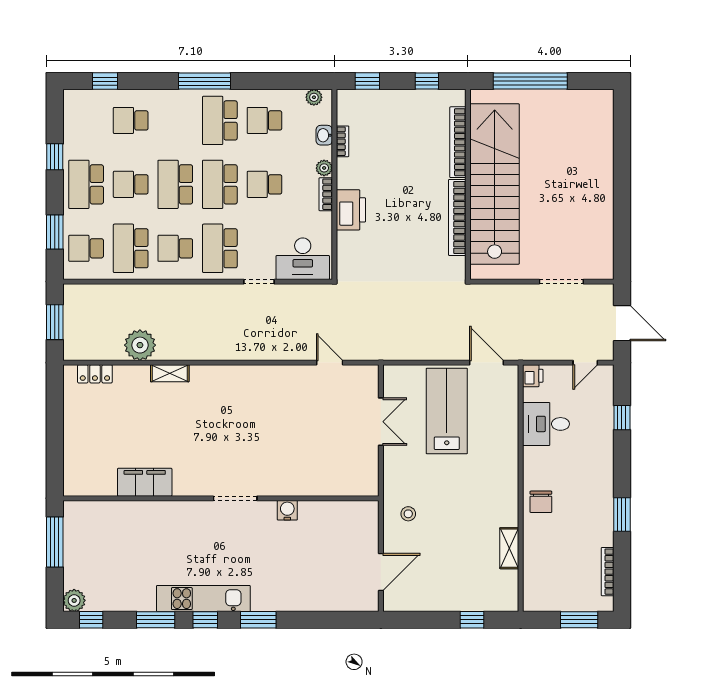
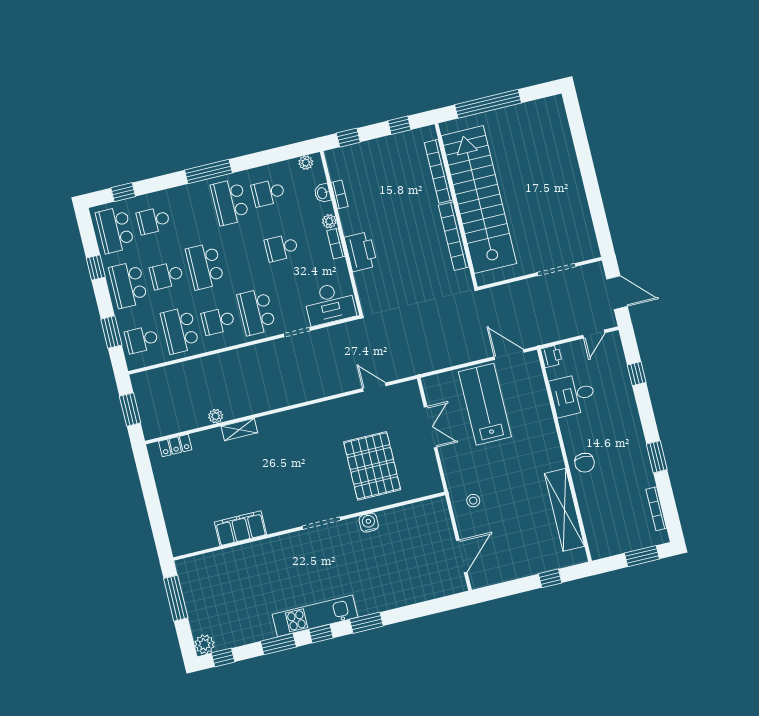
school desk: (220, 184) -> (115, 230), moved
plant: (140, 345) -> (216, 416), width x0.53, depth x0.53
pallet: (306, 449) -> (372, 466), added
shelving: (509, 548) -> (564, 510), width x2.20, depth x1.33

